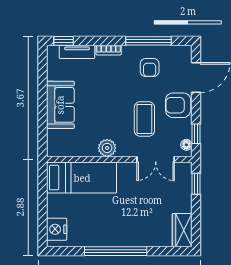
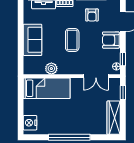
coffee table: (144, 119) -> (72, 40), moved
plant: (107, 148) -> (51, 69), moved
wardrobe: (182, 230) -> (114, 118), width x1.50

